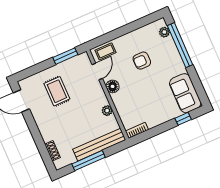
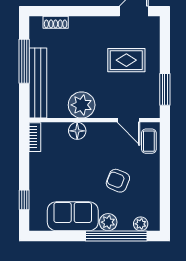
plant: (173, 55) -> (108, 222), added
armchair: (142, 61) -> (118, 181), turned -68
floor lamp: (113, 86) -> (77, 131), moved
sofa: (185, 93) -> (73, 216), moved
plant: (107, 111) -> (82, 105), width x1.87, depth x1.87

